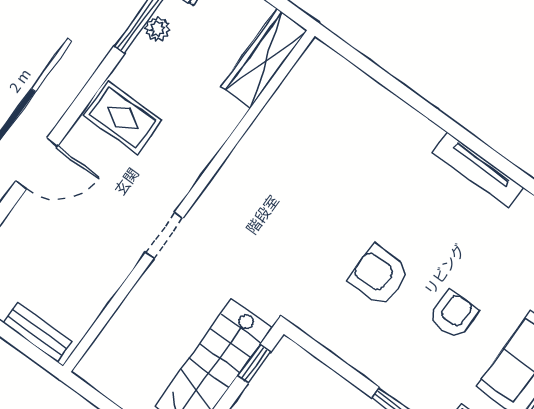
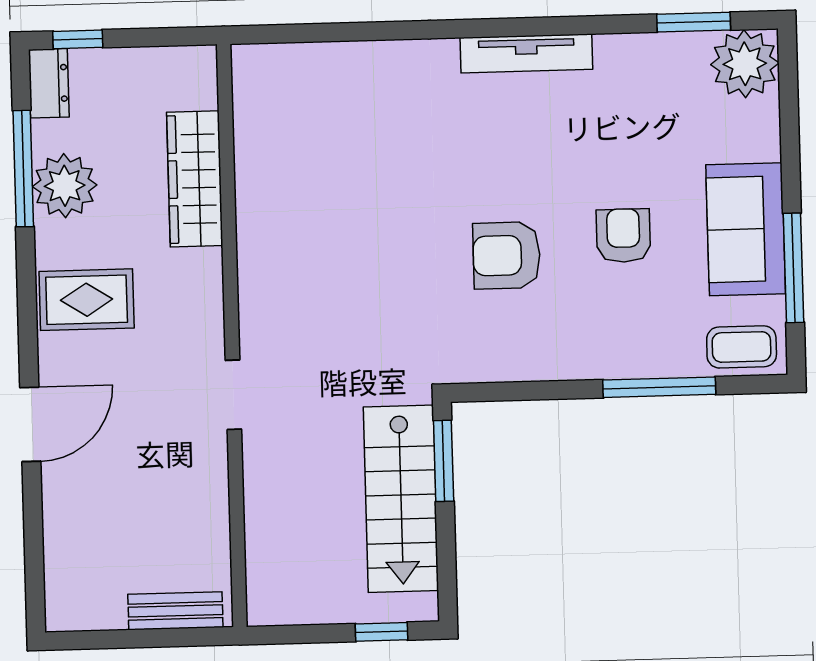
plant: (157, 29) -> (65, 186), width x1.87, depth x1.87
wardrobe: (264, 58) -> (195, 179), moved
window: (254, 364) -> (444, 461), width x1.50

